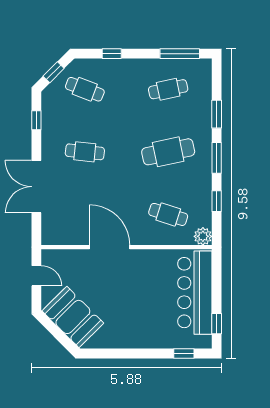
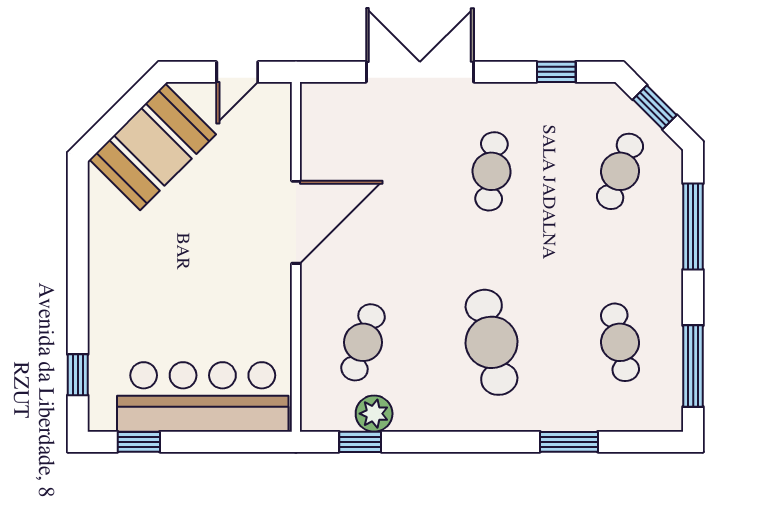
window: (112, 54) -> (693, 227), width x2.17
window: (217, 158) -> (479, 442), removed
window: (217, 201) -> (360, 442), moved
plant: (203, 236) -> (374, 414), moved

